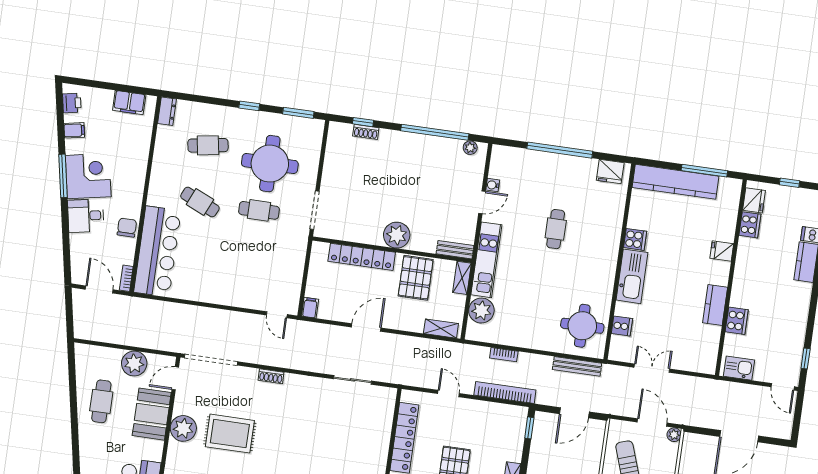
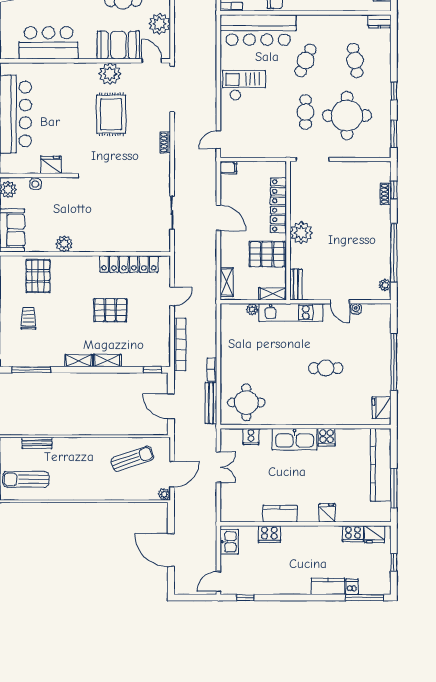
checkout: (218, 277) -> (244, 85), added
plant: (481, 311) -> (252, 309), width x0.53, depth x0.53
bookcase: (504, 355) -> (212, 370), moved

